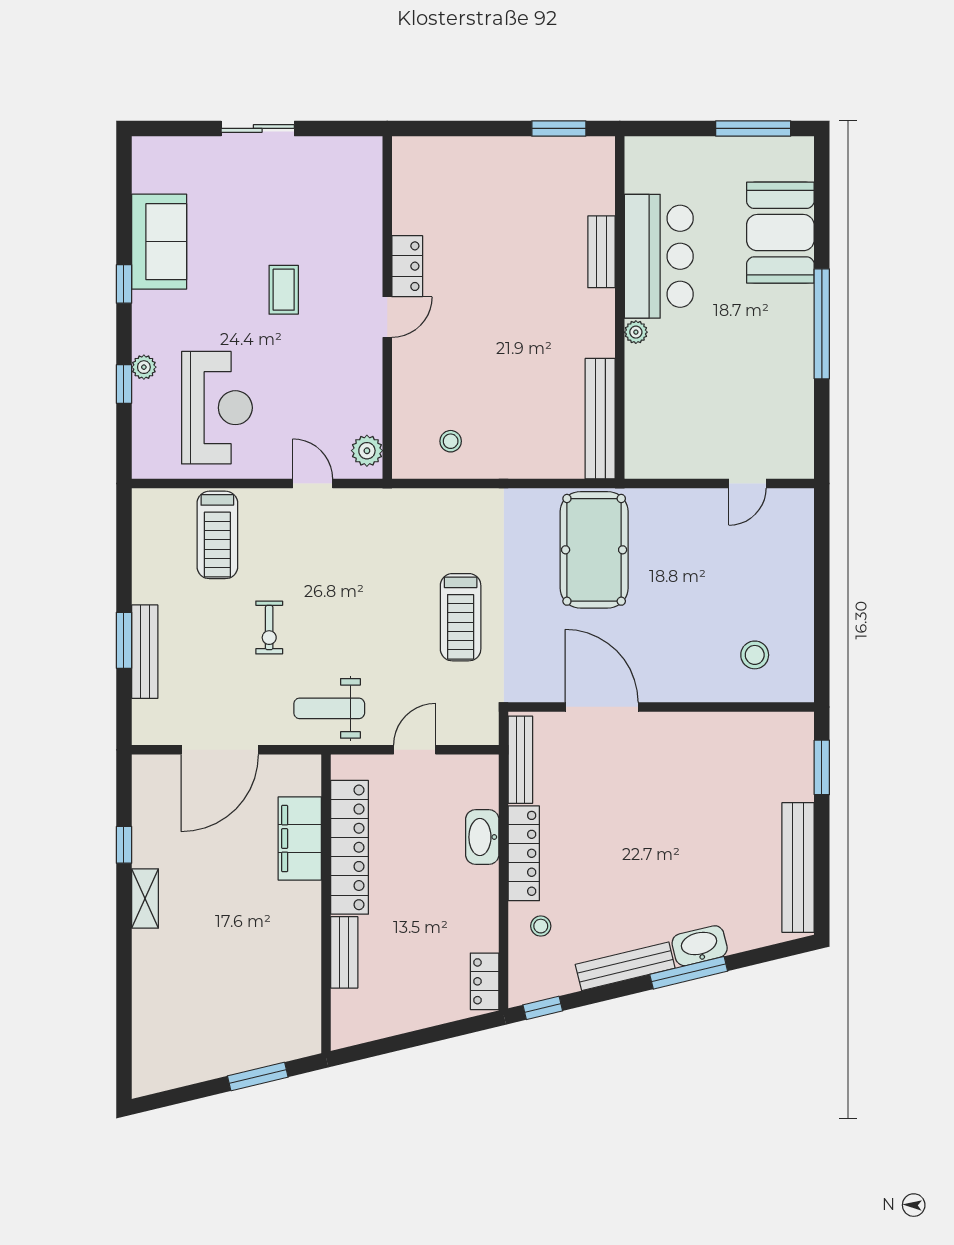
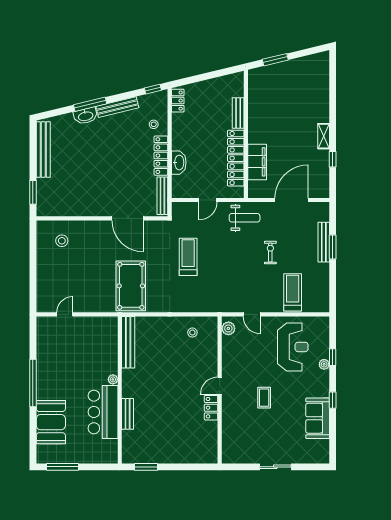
reception desk: (217, 408) -> (293, 347), turned 180

